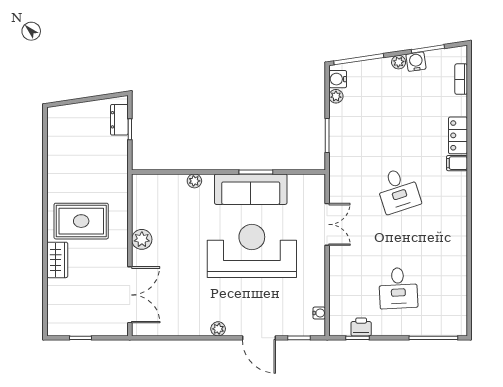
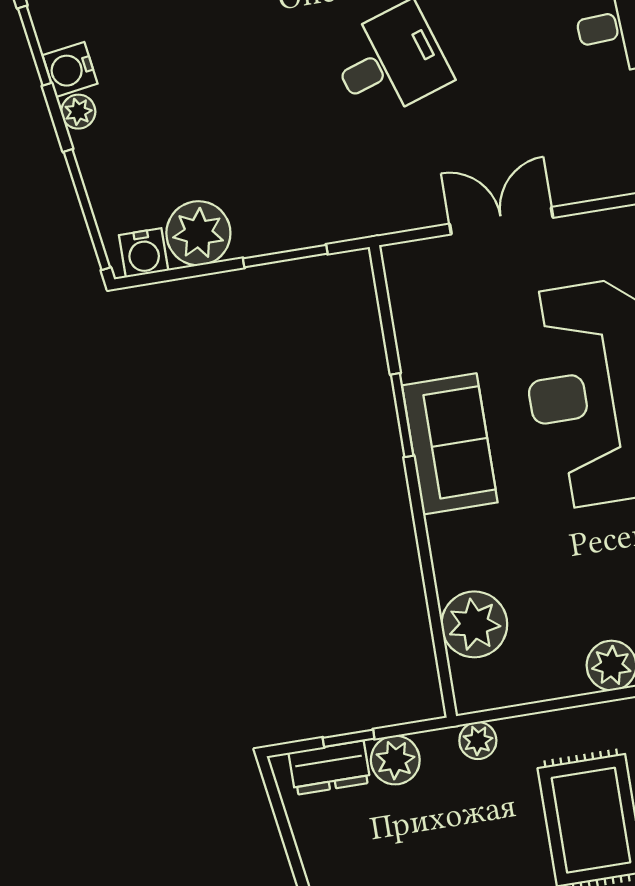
plant: (336, 96) -> (198, 233), width x1.88, depth x1.88
plant: (118, 147) -> (395, 760), added
plant: (120, 181) -> (478, 741), added
plant: (194, 181) -> (474, 624), moved, width x1.88, depth x1.88
sofa: (251, 189) -> (450, 444), width x0.73

